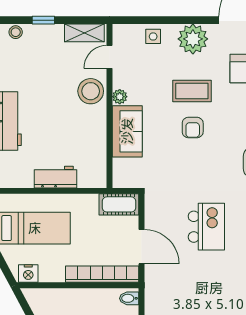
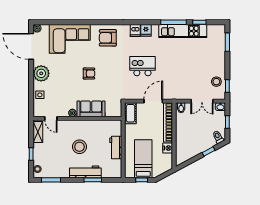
stool: (91, 91) -> (79, 147), moved
coffee table: (192, 91) -> (69, 74), removed
nightstand: (28, 274) -> (168, 148), moved

